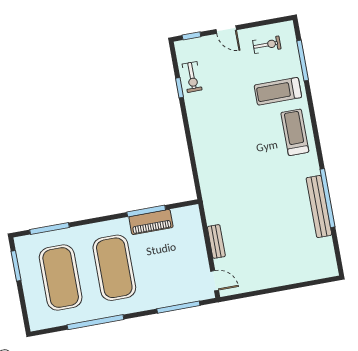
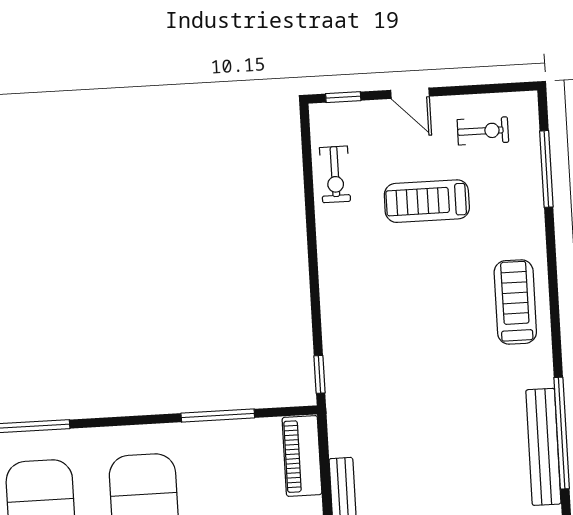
window: (180, 88) -> (320, 374), moved
treadmill: (278, 91) -> (427, 201), moved
piano: (151, 222) -> (302, 456), moved, turned 90

